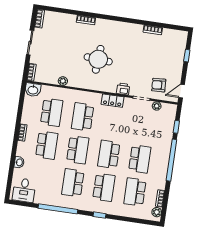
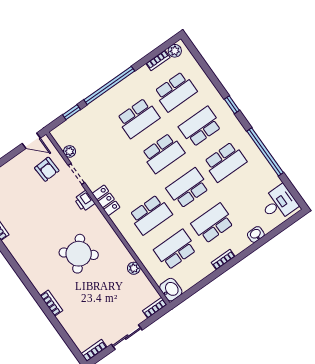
round table: (98, 59) -> (79, 254), turned 36
school desk: (140, 159) -> (138, 118), turned 180

